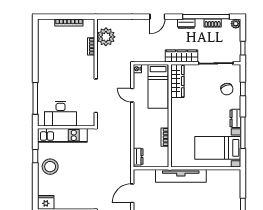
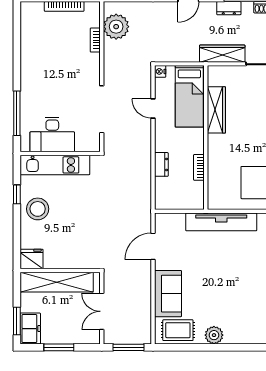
wardrobe: (177, 81) -> (216, 110), moved
dresser: (138, 157) -> (161, 164), moved

